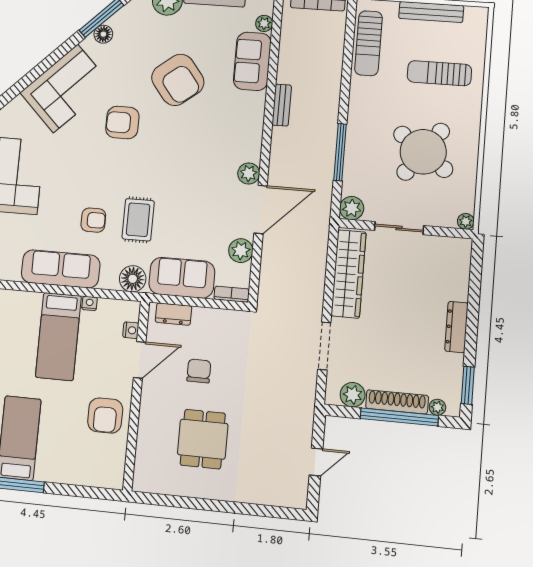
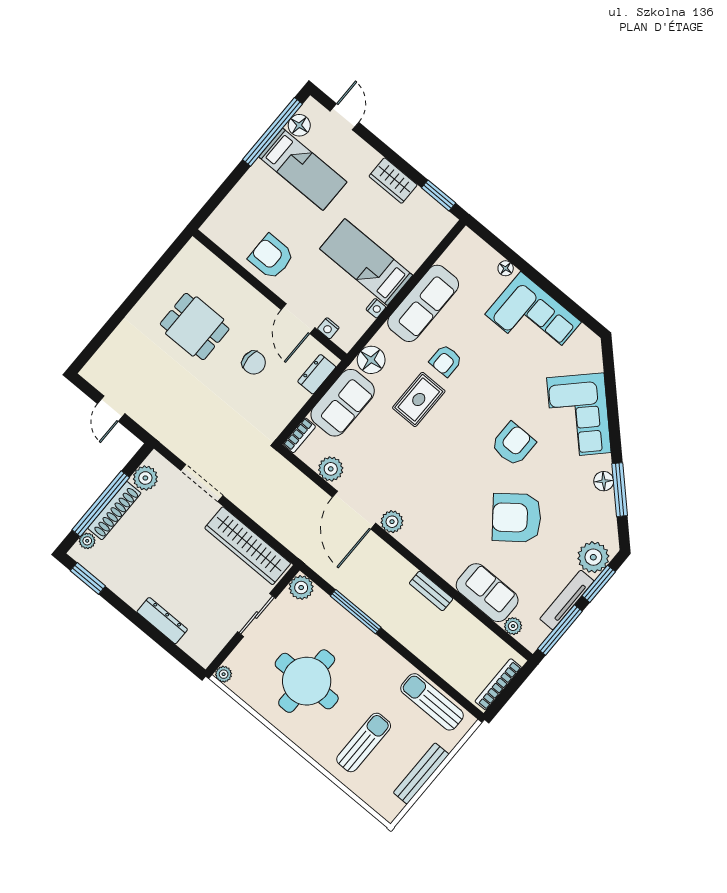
round table: (423, 152) -> (307, 681), turned -36
rug: (138, 220) -> (419, 399), turned 90
dresser: (456, 327) -> (162, 621), moved

